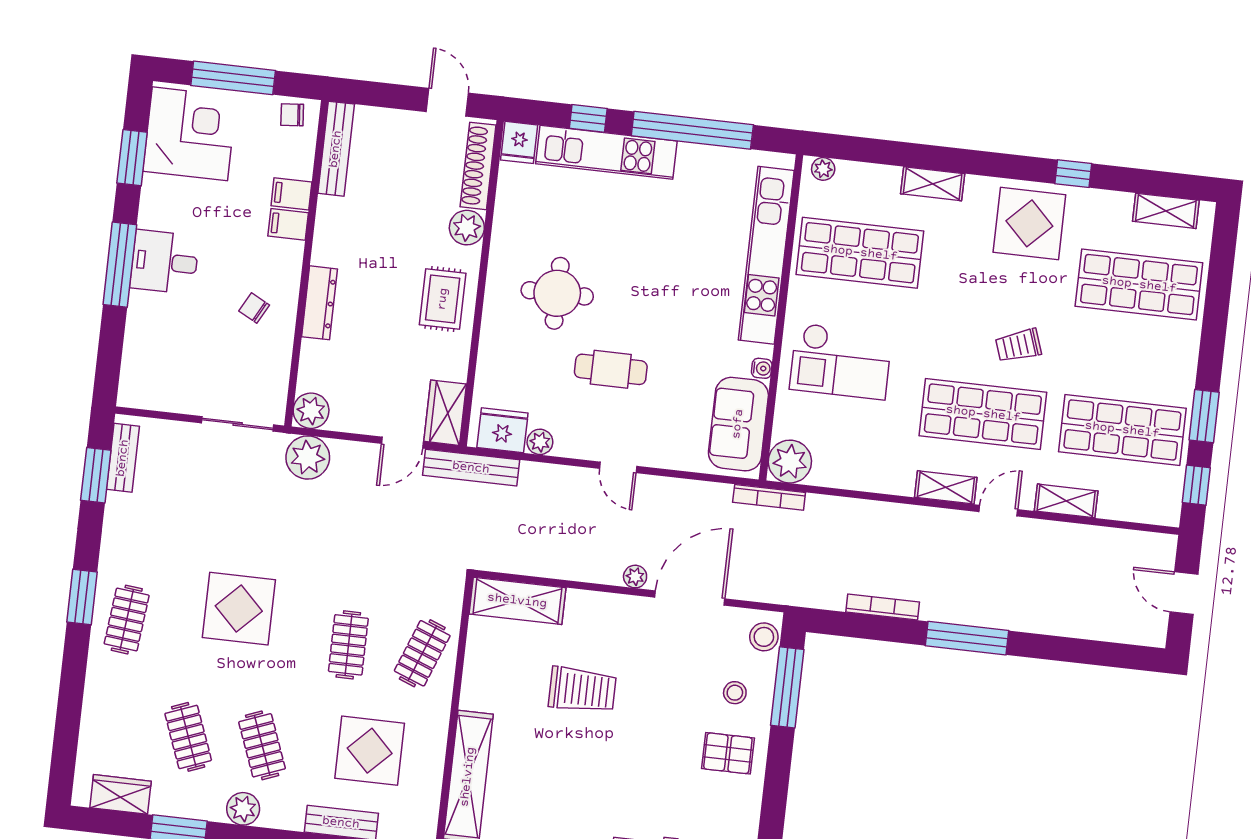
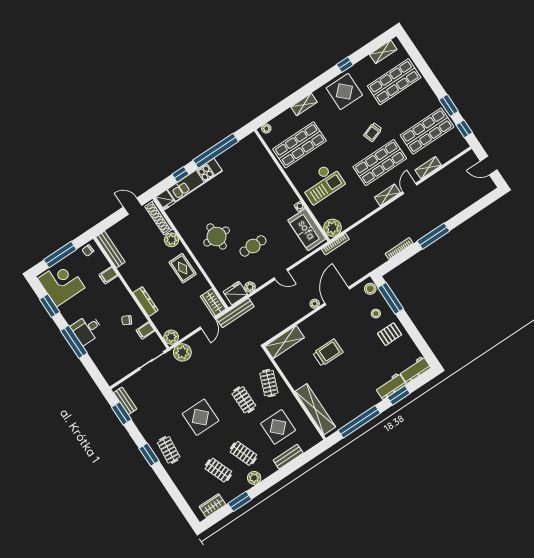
filing cabinet: (288, 224) -> (145, 331), moved
kitchen unit: (766, 255) -> (271, 170), removed

